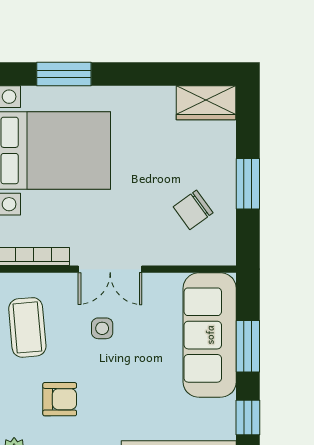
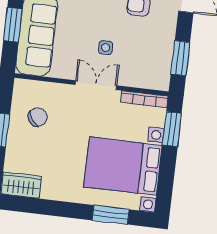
coffee table: (27, 327) -> (154, 54), removed

